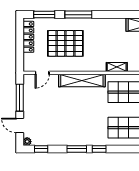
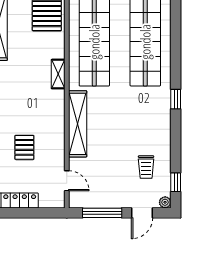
pallet: (65, 43) -> (24, 147), width x0.49, depth x0.50
trolley: (52, 128) -> (146, 167), added
window: (77, 149) -> (176, 131), removed

